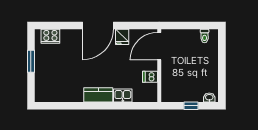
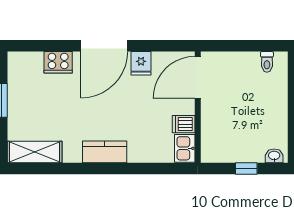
cooker: (50, 36) -> (58, 62), moved
shelving: (52, 95) -> (35, 152), added
kitchen sink: (123, 95) -> (185, 148), moved, turned -90

